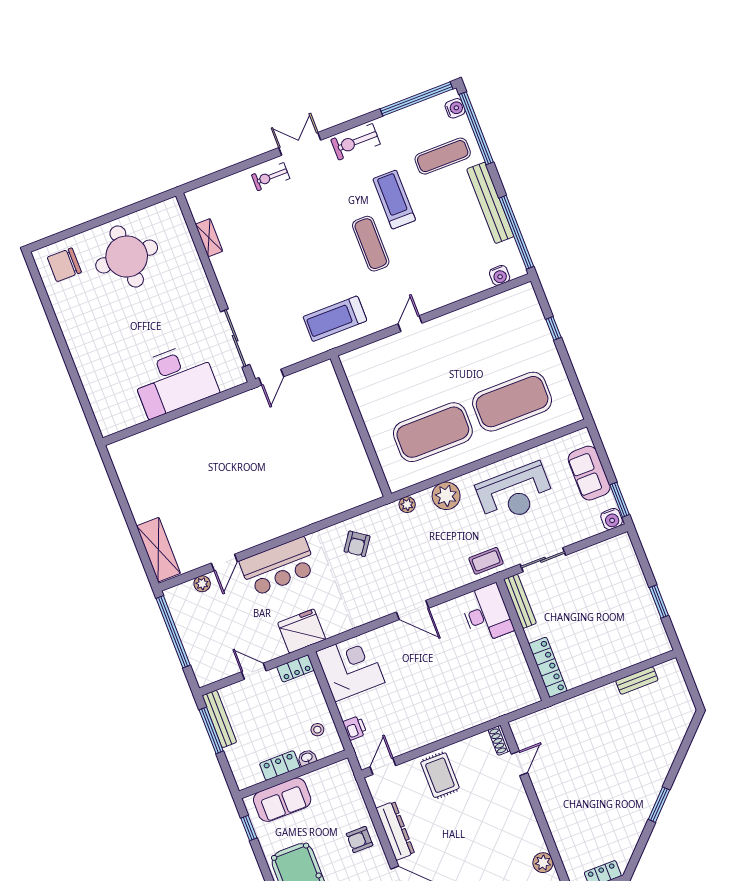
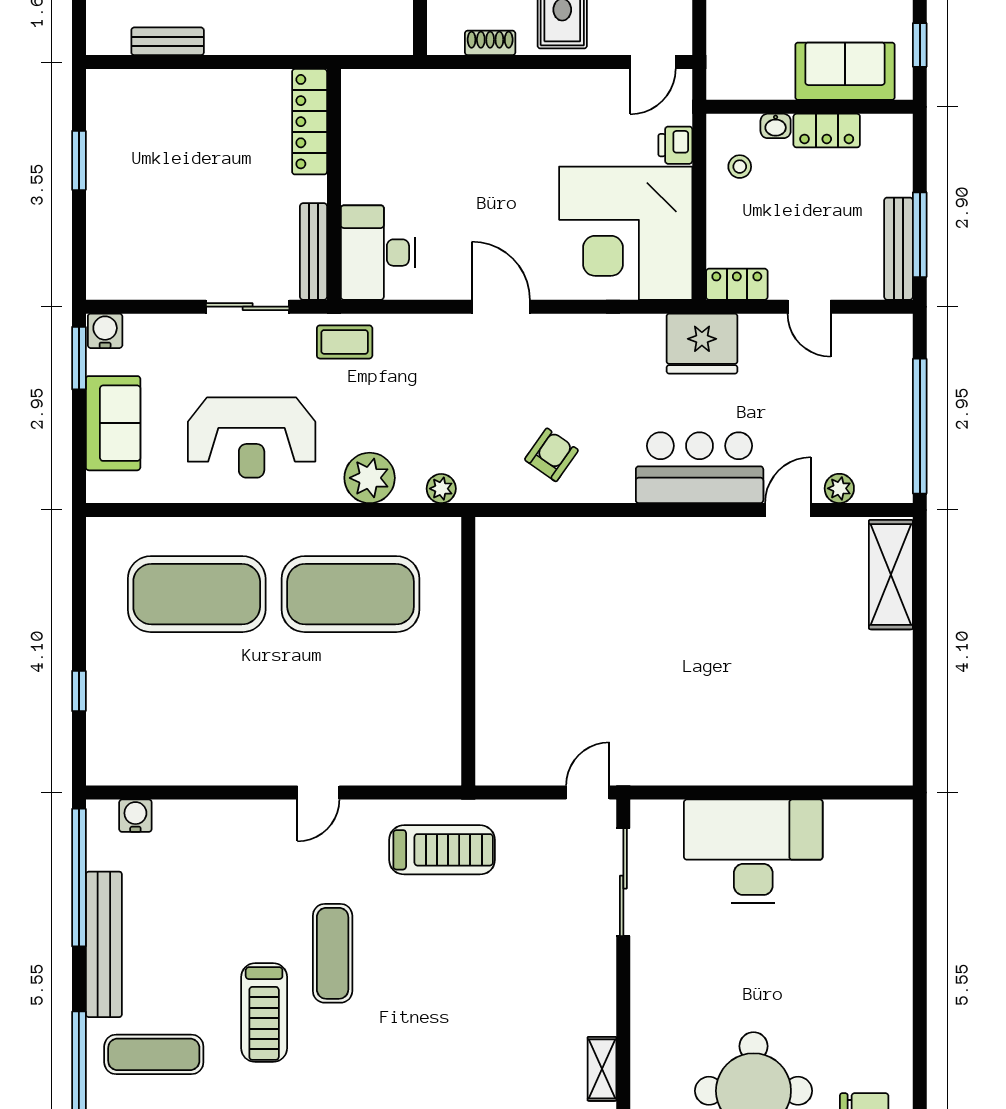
reception desk: (515, 493) -> (252, 438), turned 180
corner desk: (350, 667) -> (626, 233), width x1.36, depth x1.36
shoe rack: (499, 740) -> (490, 43), moved, turned -90

